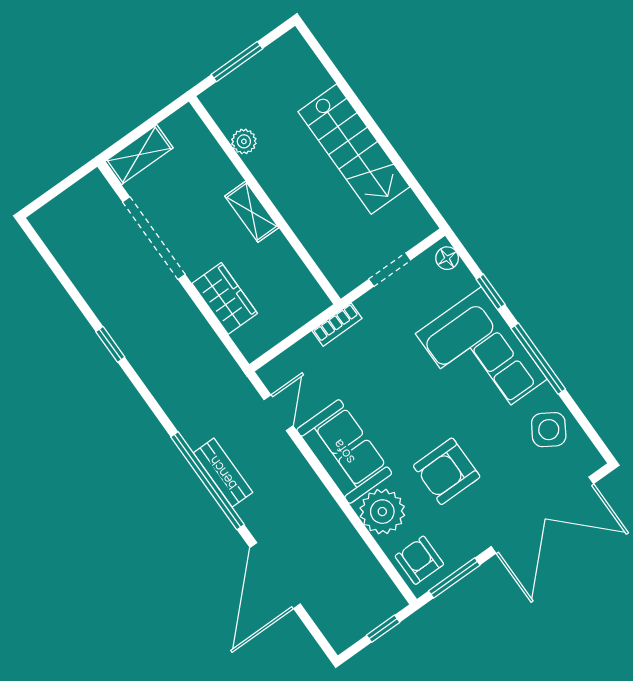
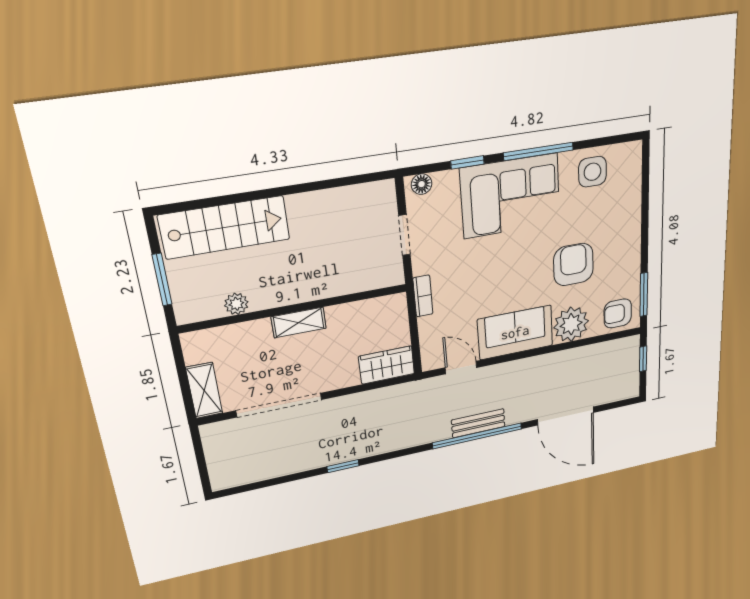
stairs: (354, 149) -> (225, 227), moved
wardrobe: (225, 298) -> (387, 365), moved
side table: (549, 430) -> (592, 172), turned -32
armchair: (447, 471) -> (573, 265), turned 180
double door: (542, 515) -> (645, 209), removed

